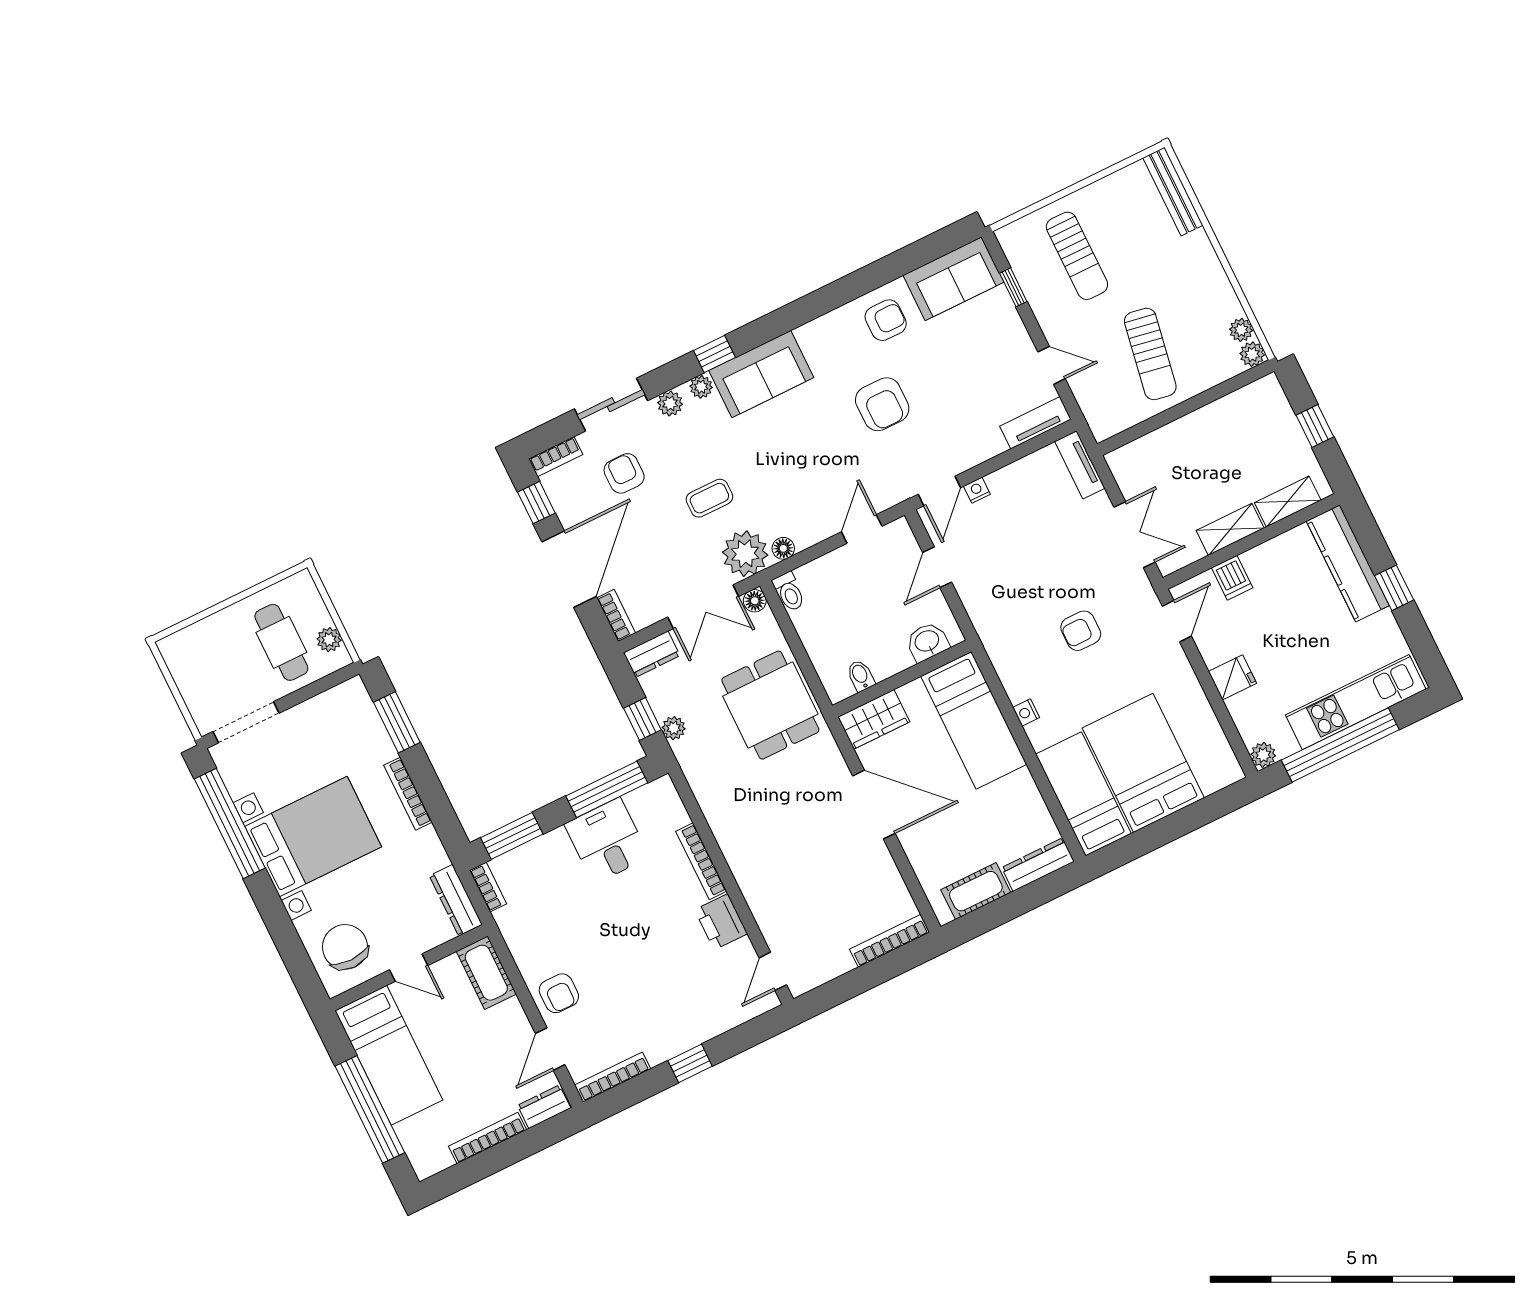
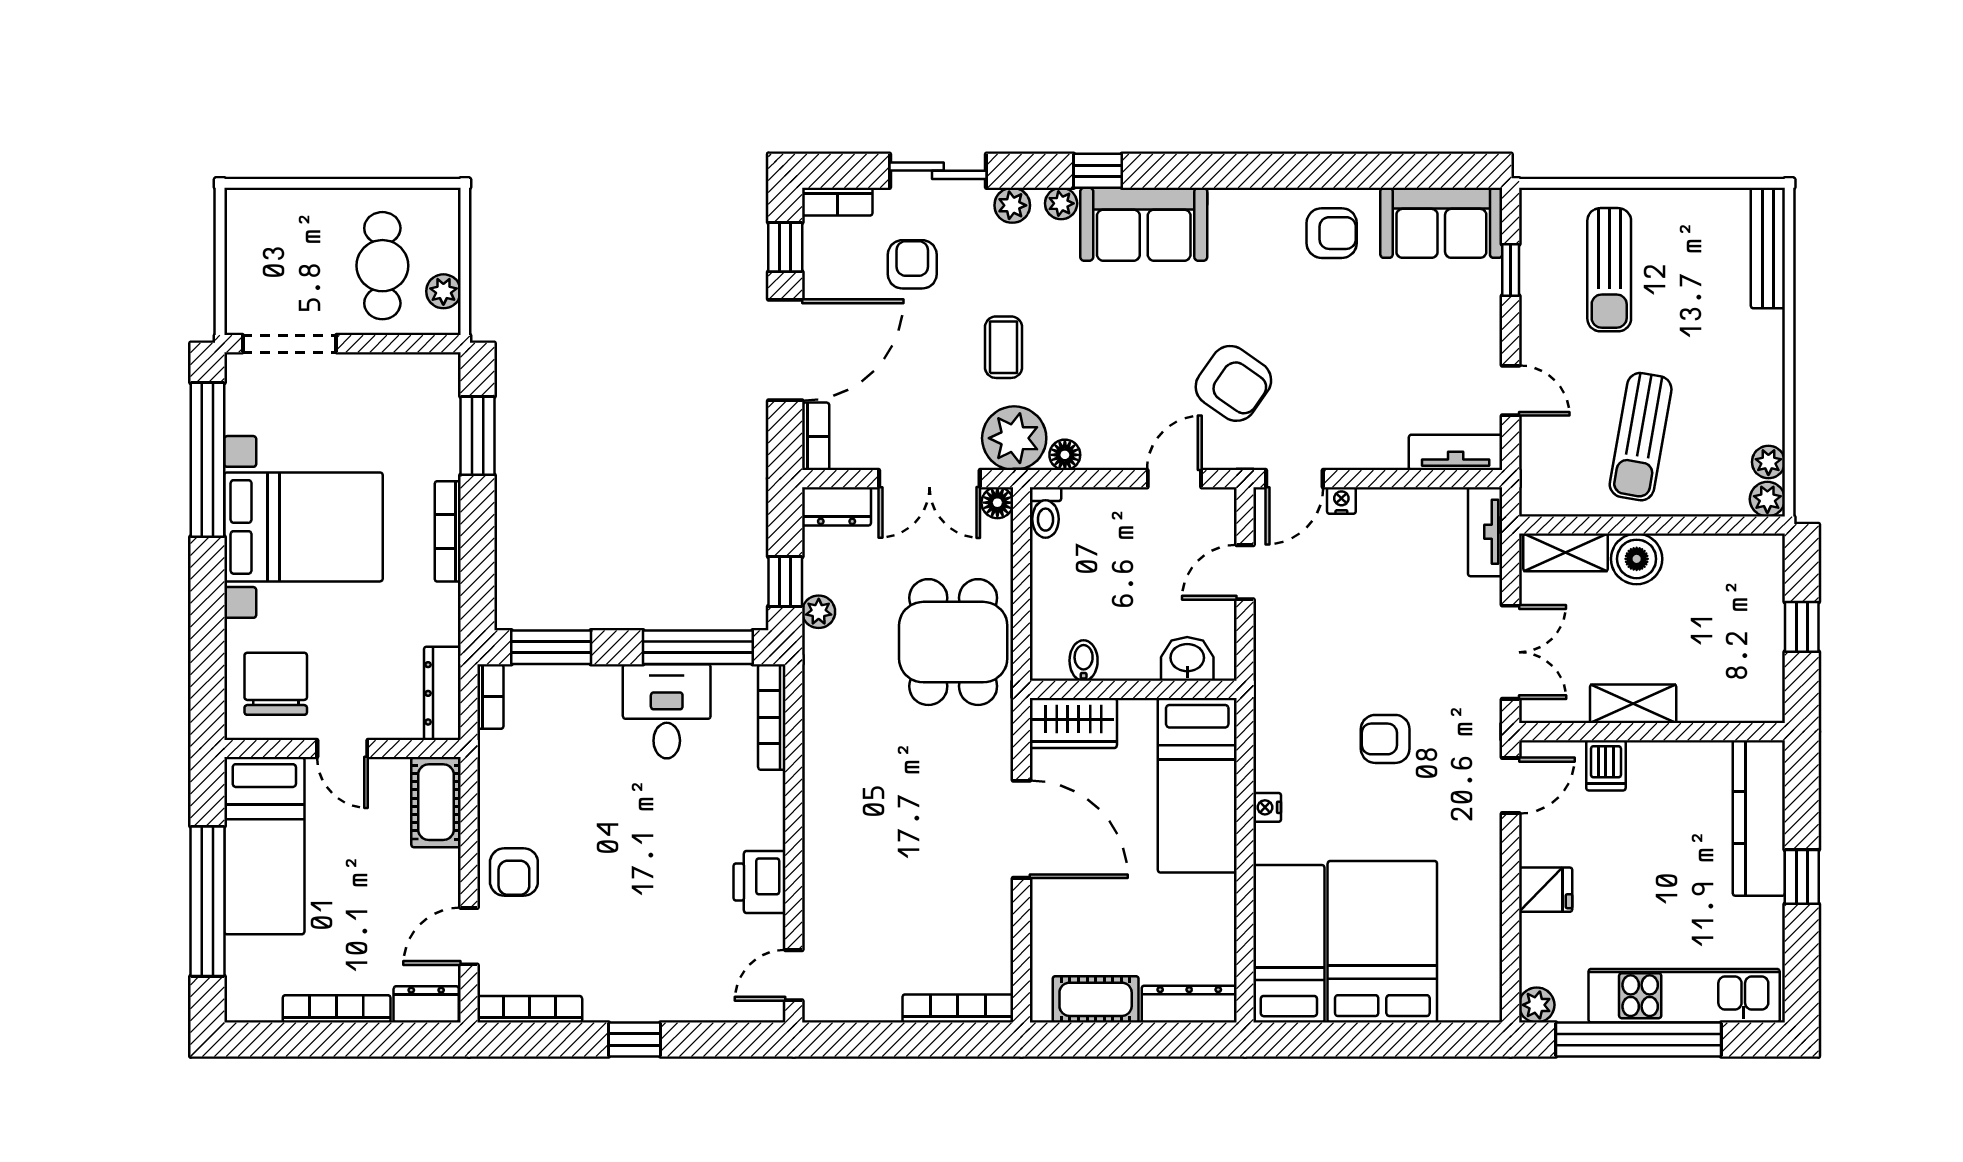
armchair: (882, 404) -> (1233, 383), moved, turned -55
boiler: (1186, 434) -> (1637, 559), added
coffee table: (709, 498) -> (1004, 347), turned 90
shelving: (1288, 501) -> (1566, 552), moved
bookcase: (701, 861) -> (772, 717), moved

